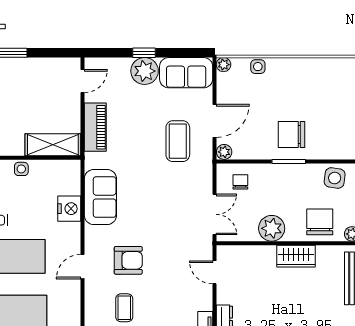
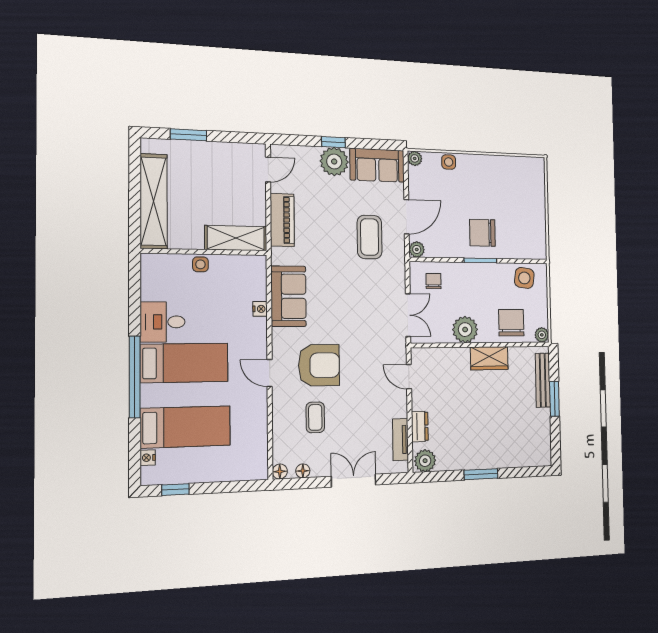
nightstand: (69, 209) -> (260, 309), width x0.53, depth x0.56
armchair: (128, 260) -> (319, 365), width x1.36, depth x1.36
door: (83, 267) -> (270, 373), hinge flipped

